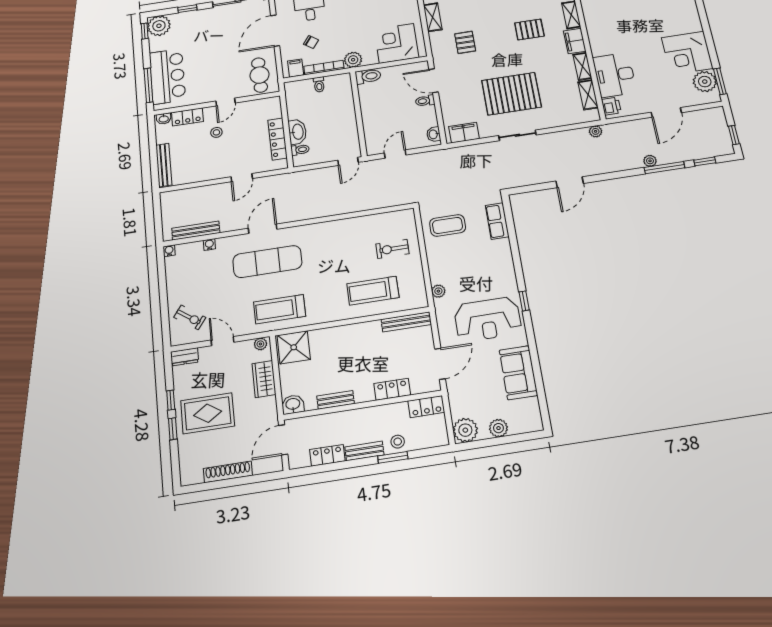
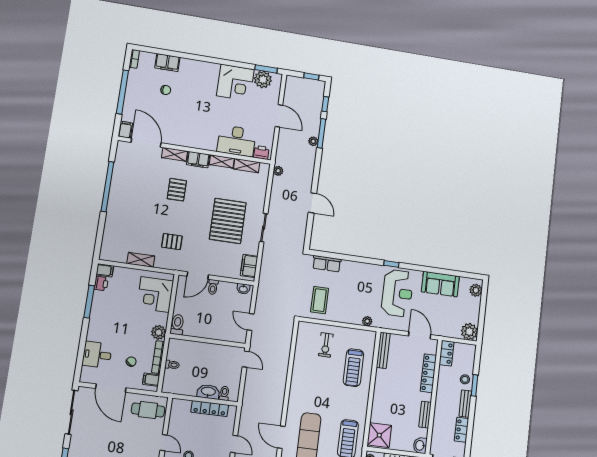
locker: (392, 389) -> (428, 373), width x1.53
plant: (498, 428) -> (476, 290), moved

